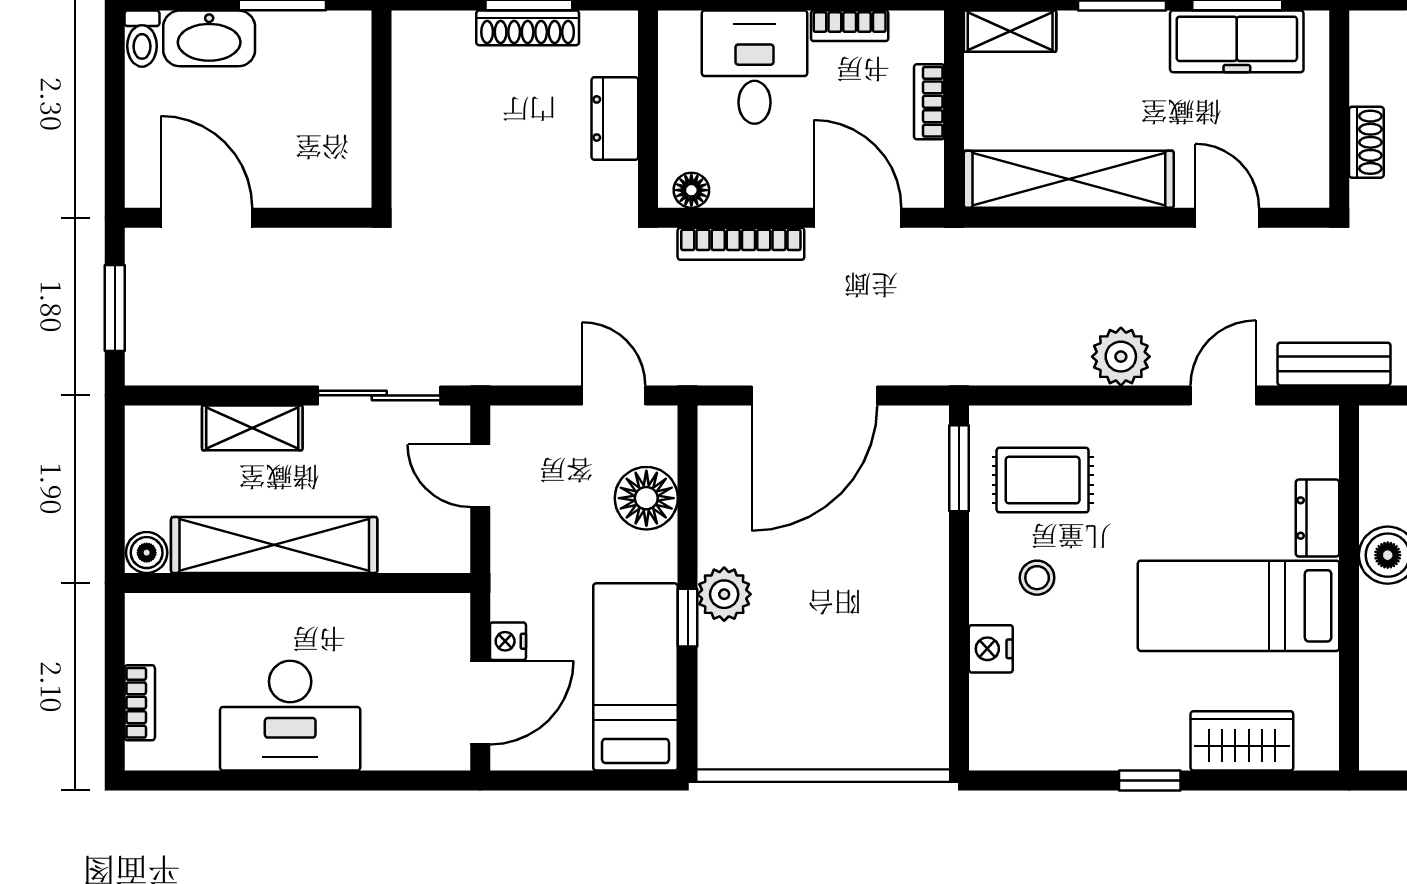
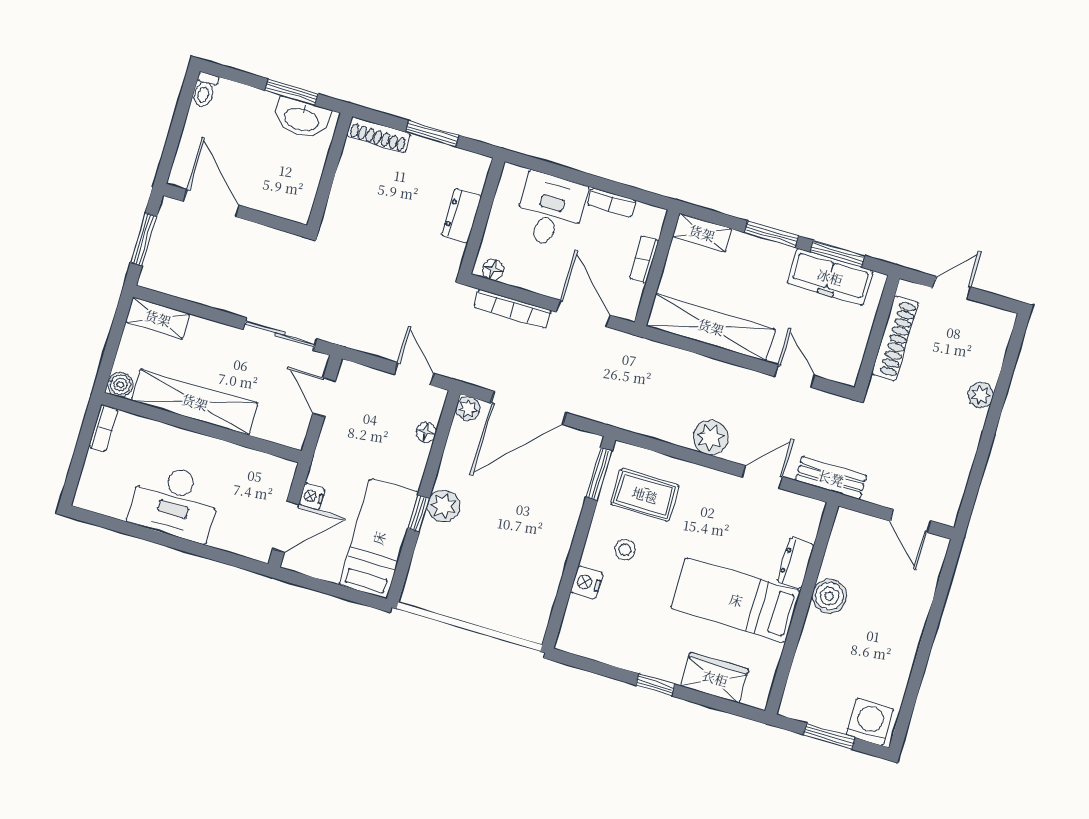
shoe rack: (528, 28) -> (378, 135), moved
washbasin: (209, 38) -> (302, 119), moved
shoe rack: (1366, 142) -> (895, 338), width x1.94, depth x1.24
plant: (717, 425) -> (468, 408), added
shelving: (252, 428) -> (158, 318), moved
floor lamp: (646, 498) -> (426, 432), width x0.53, depth x0.53
bookcase: (140, 703) -> (103, 428), moved

